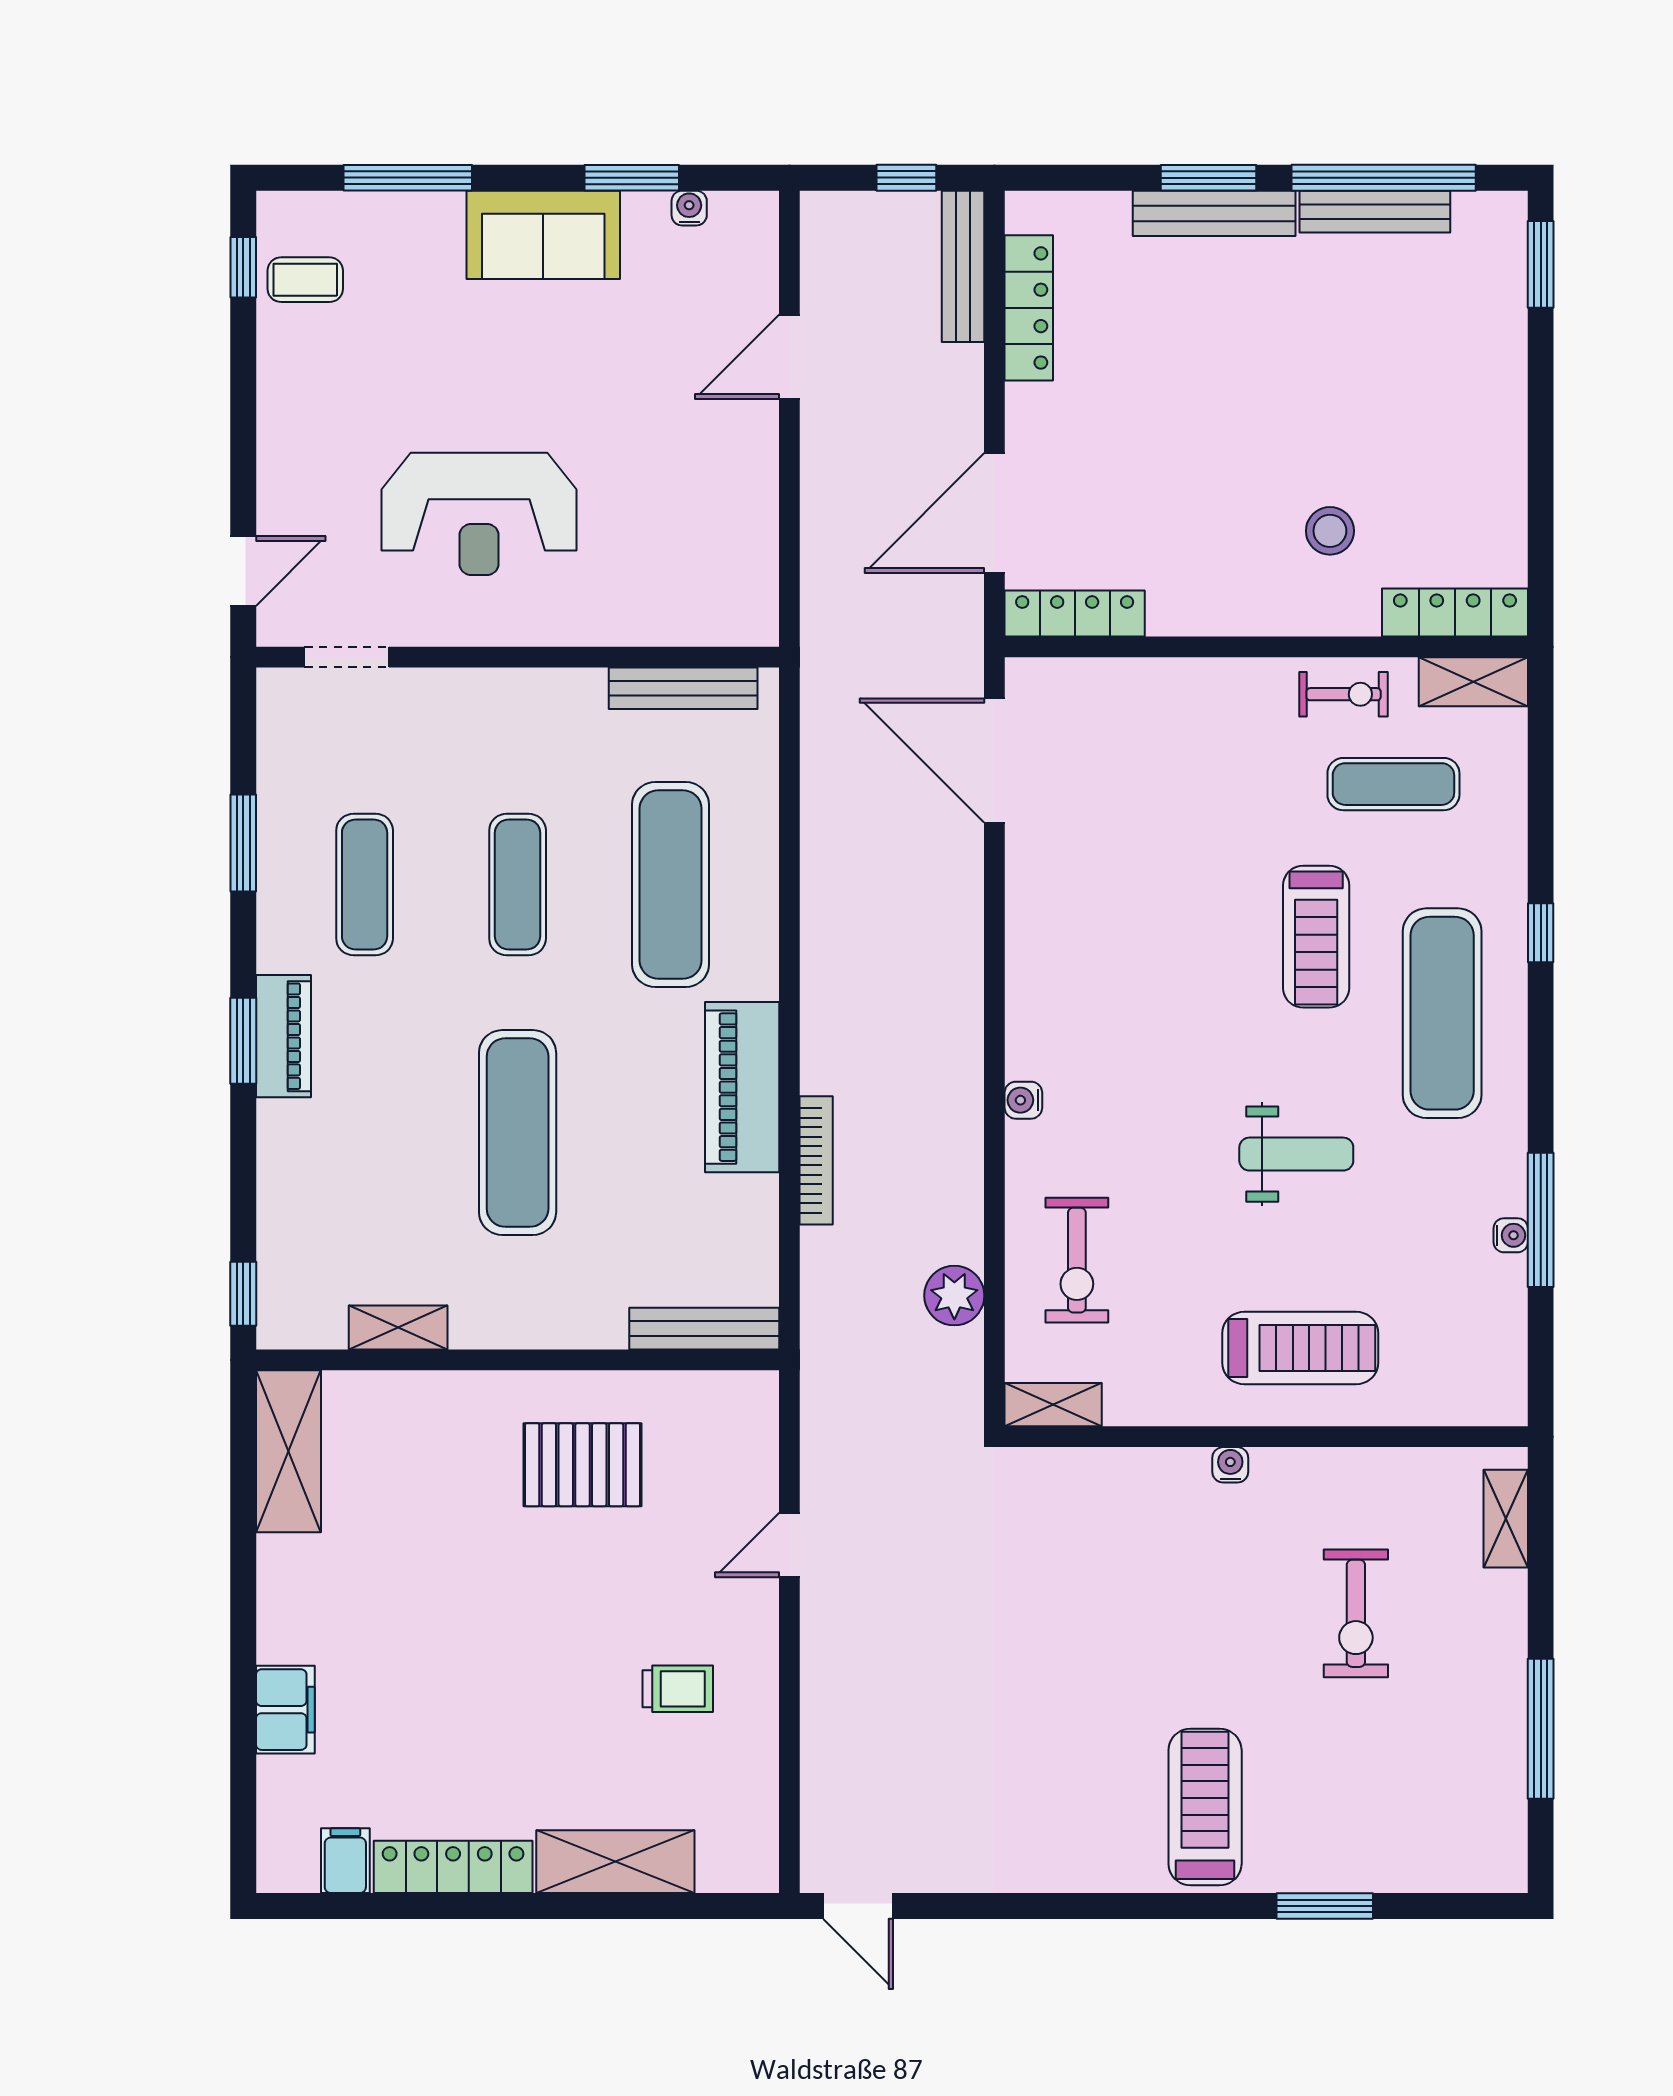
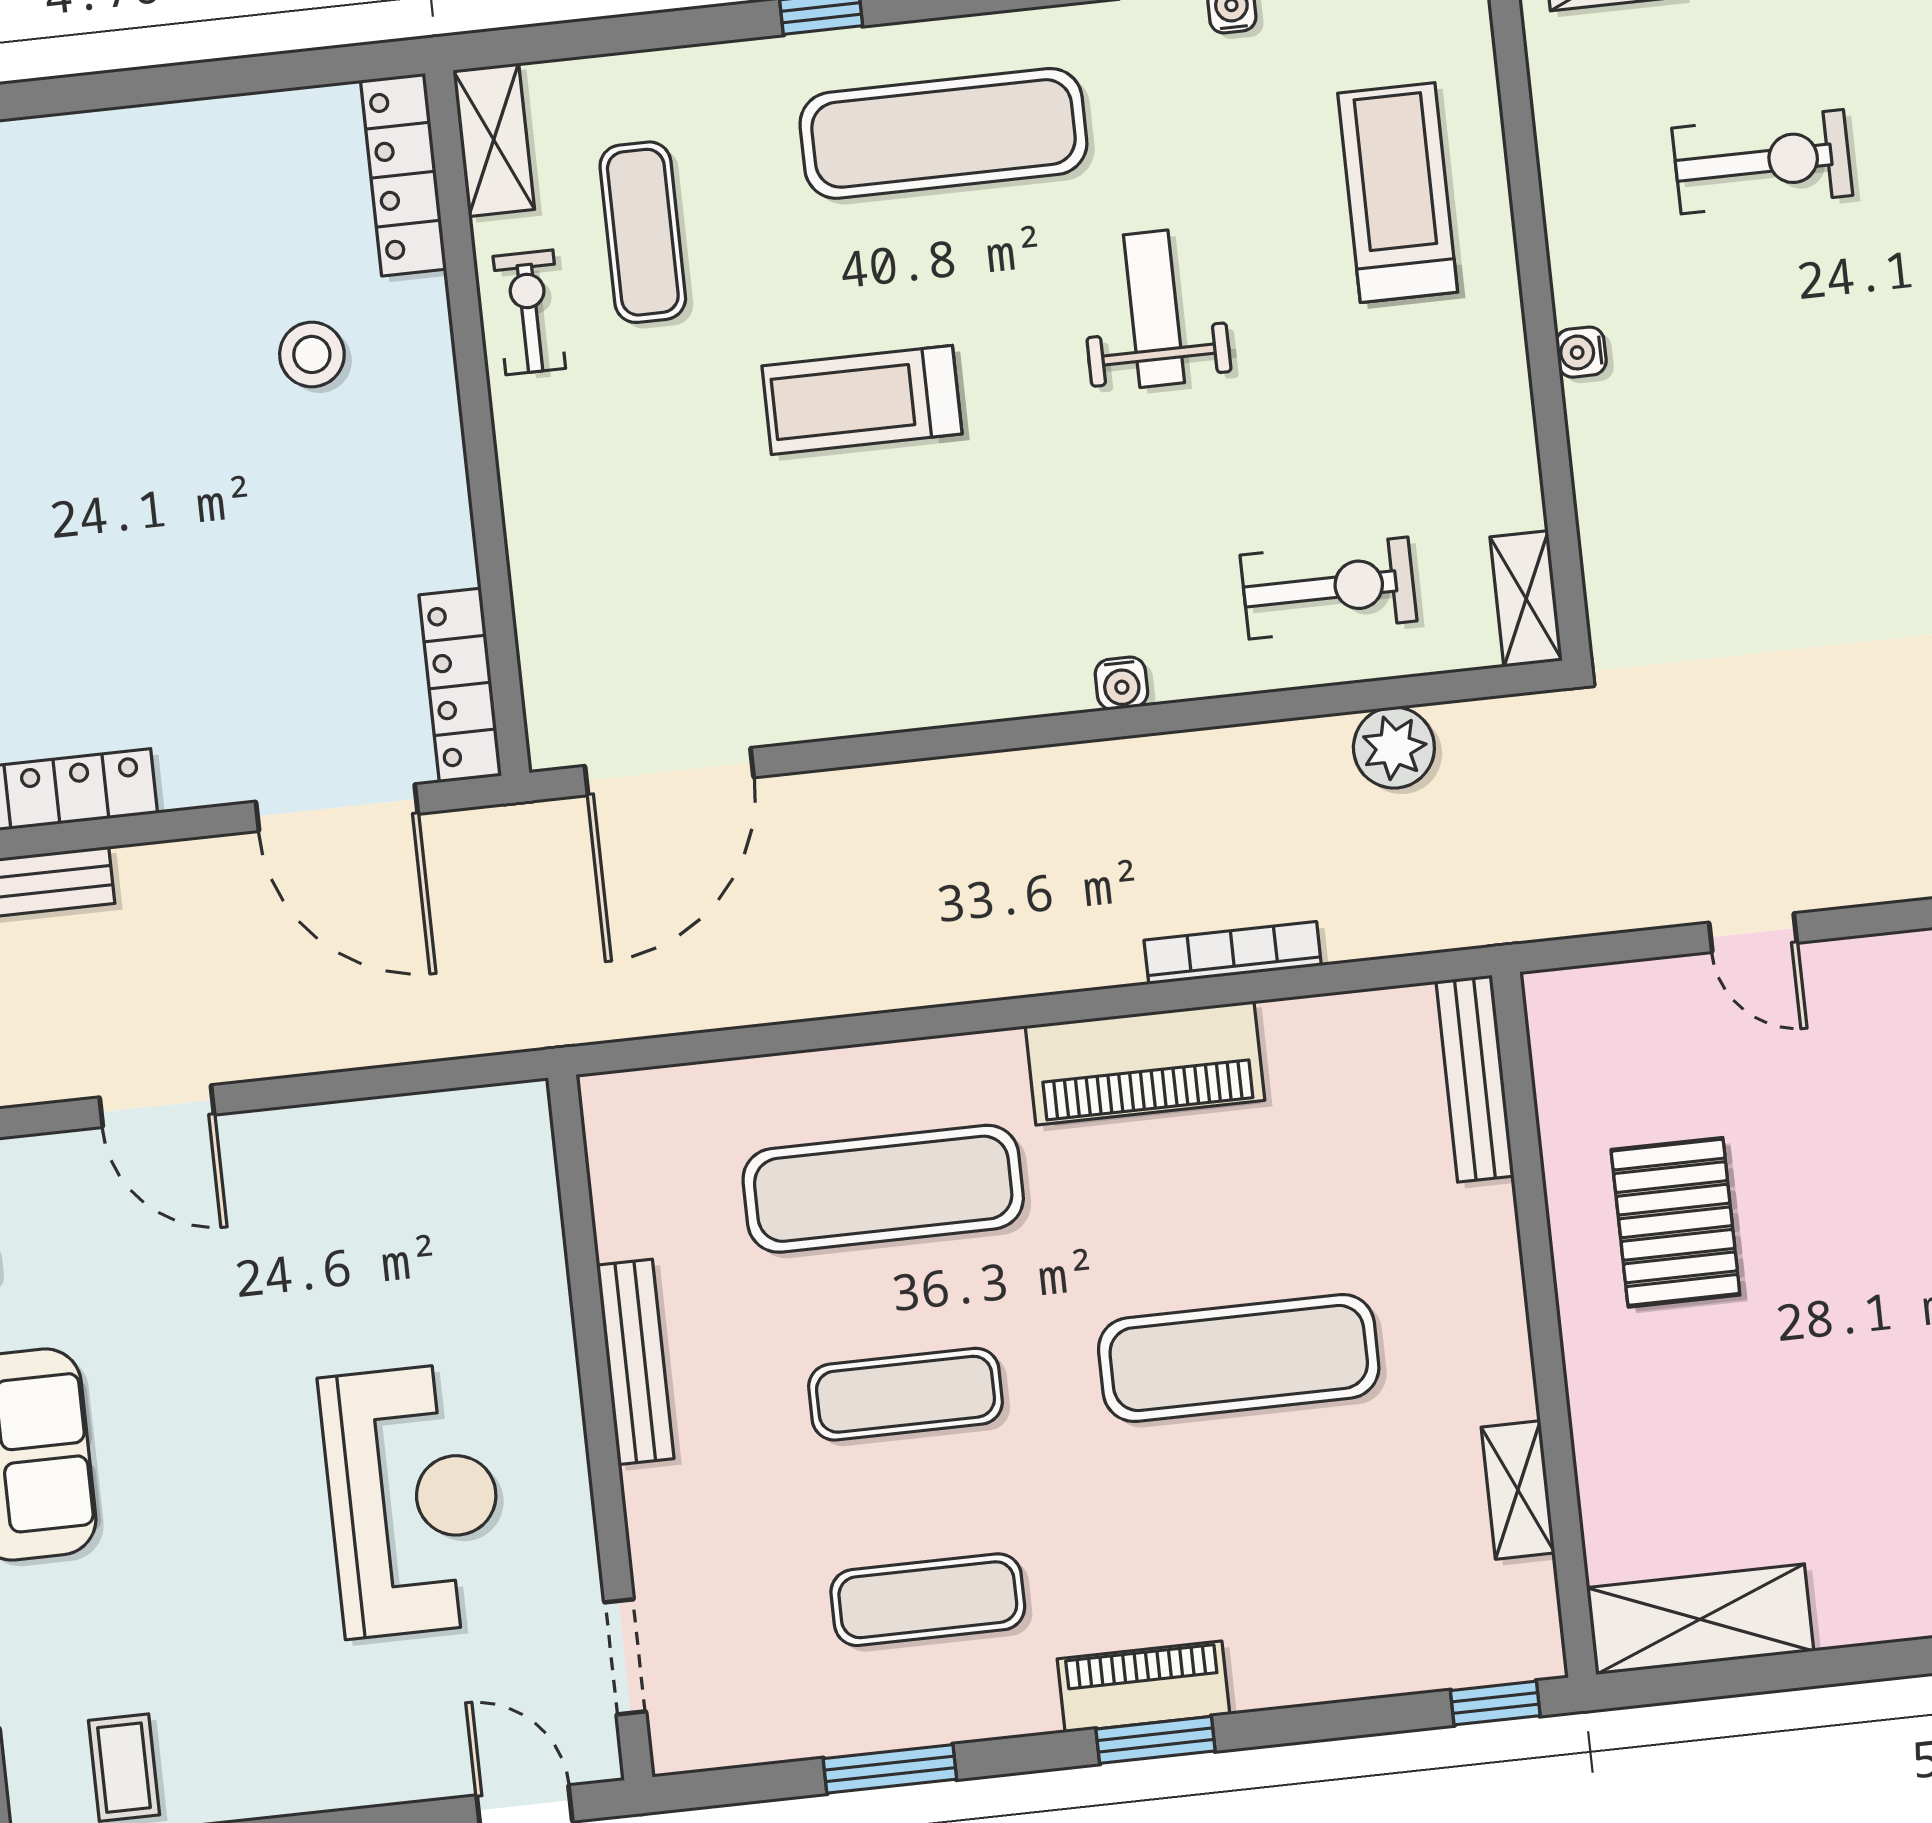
bench: (683, 688) -> (635, 1362), moved
treadmill: (1316, 937) -> (862, 400), moved, turned 180
treadmill: (1300, 1348) -> (1398, 193), moved

